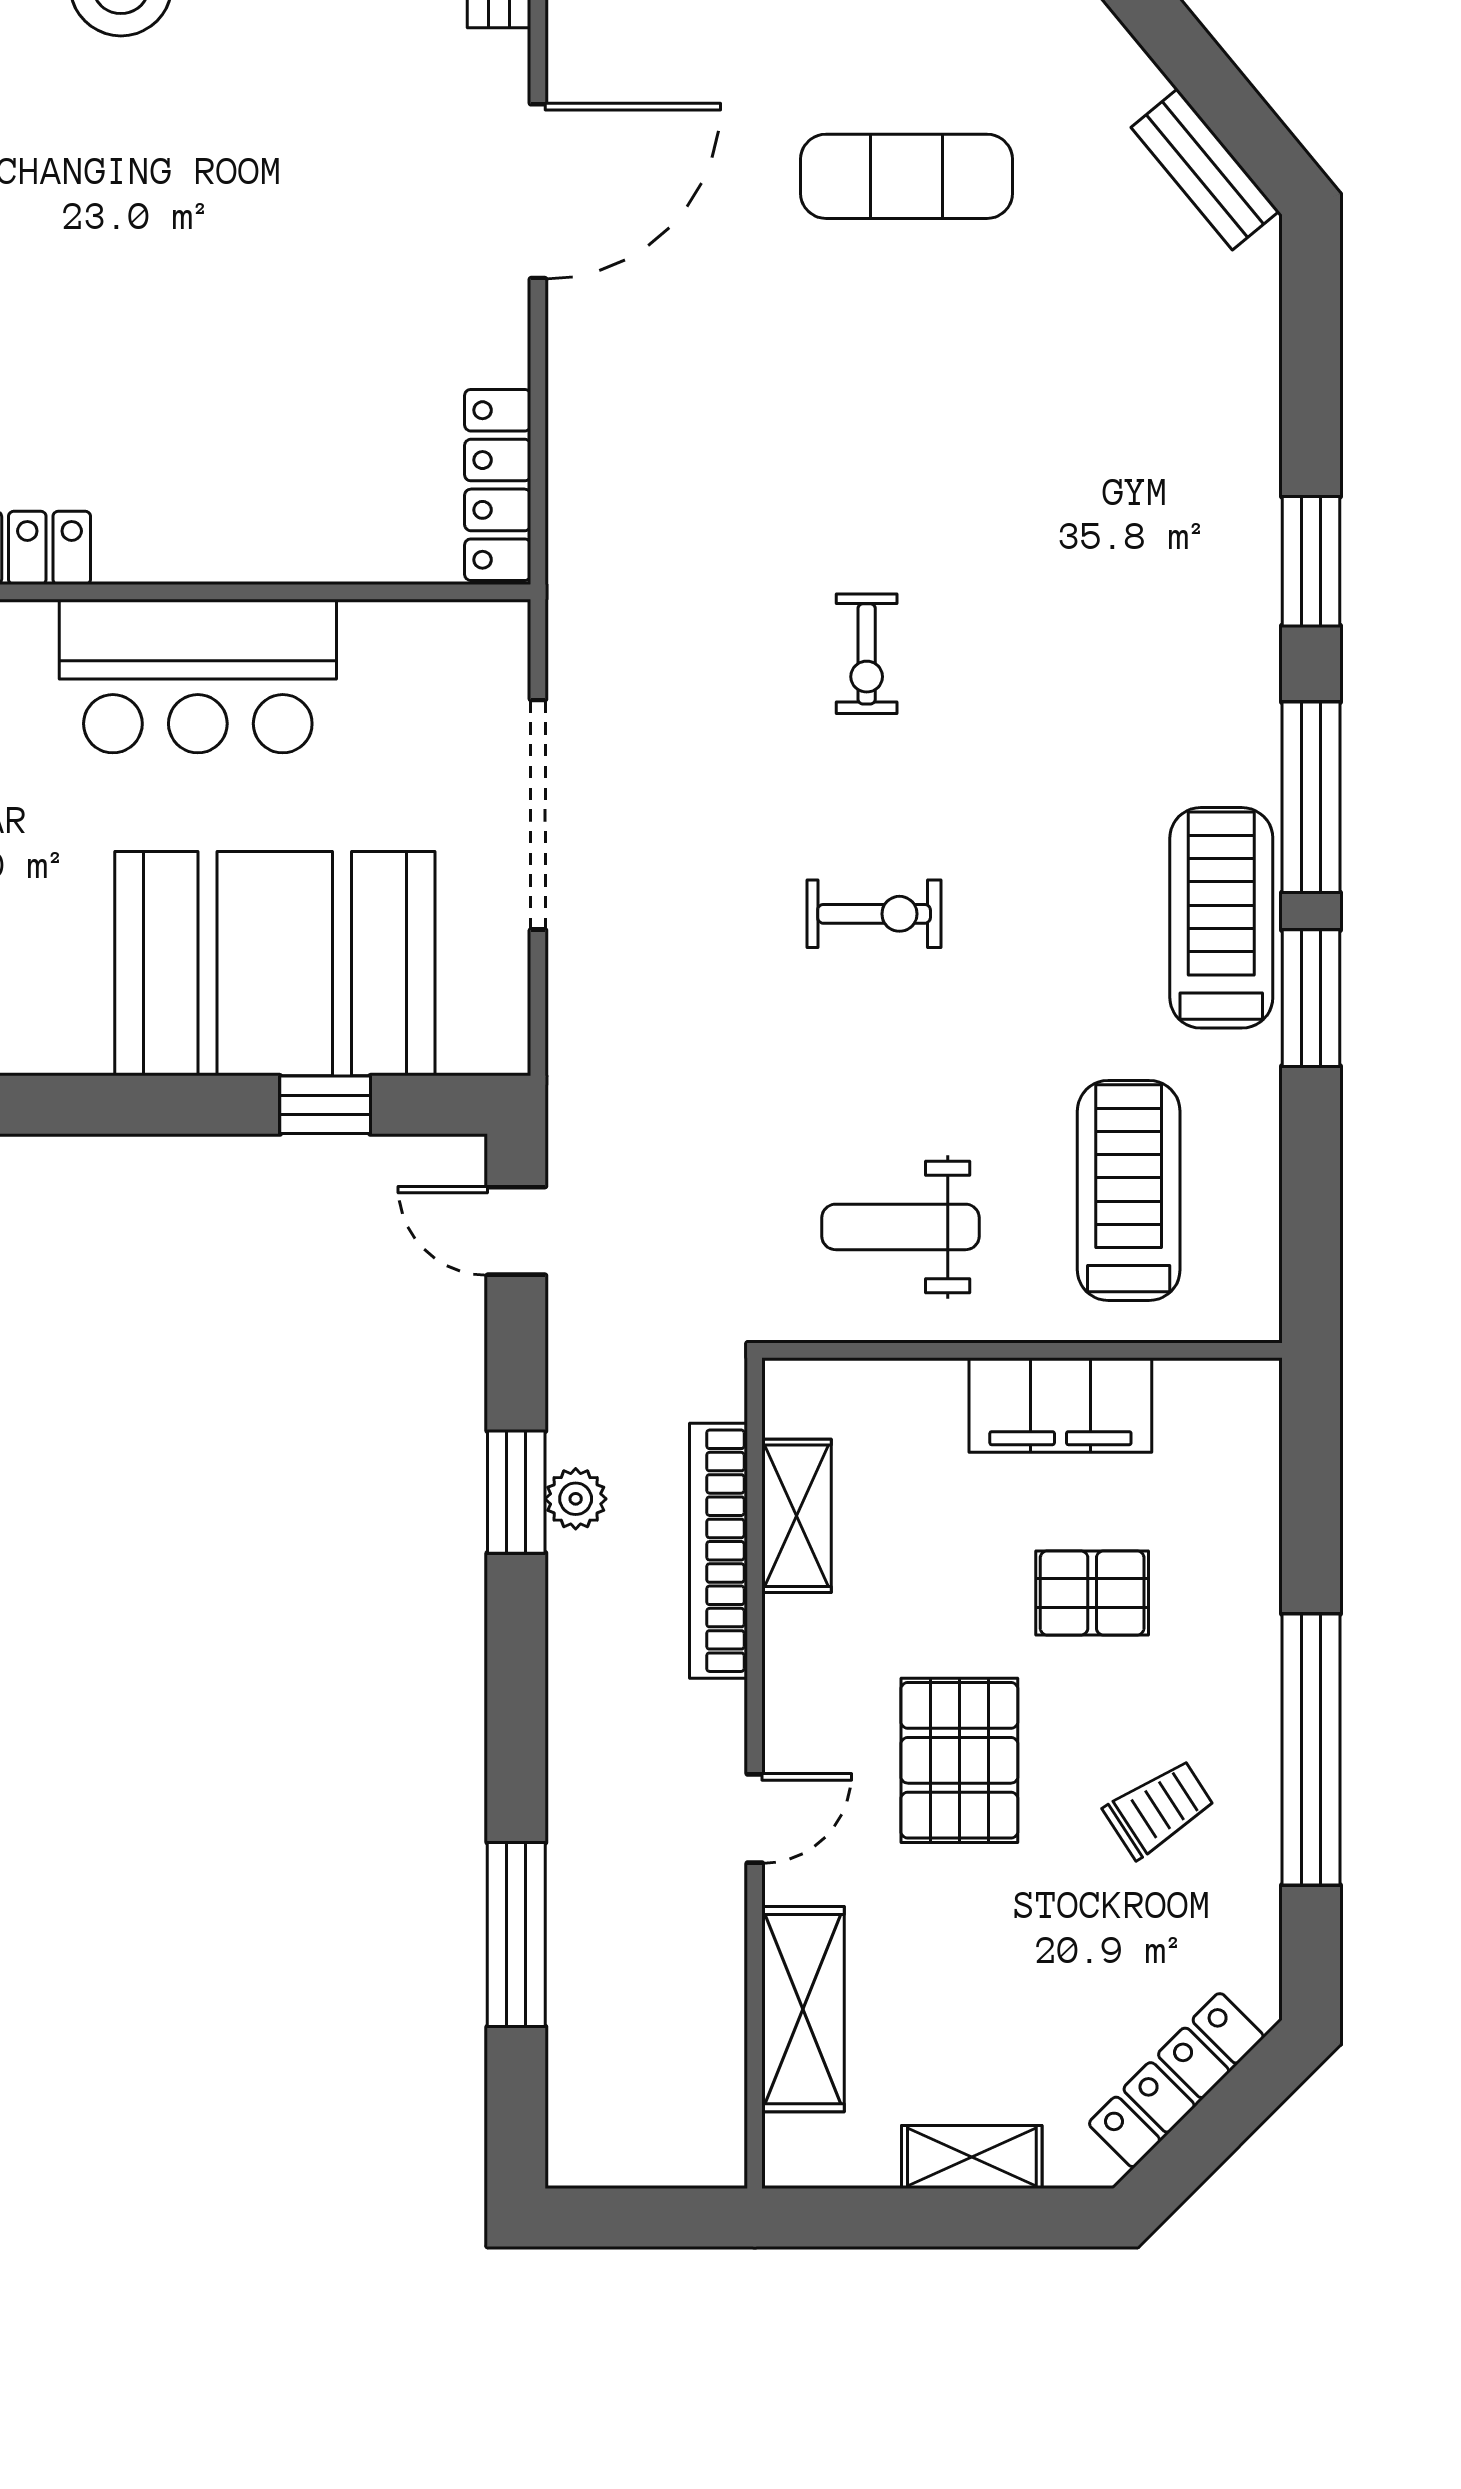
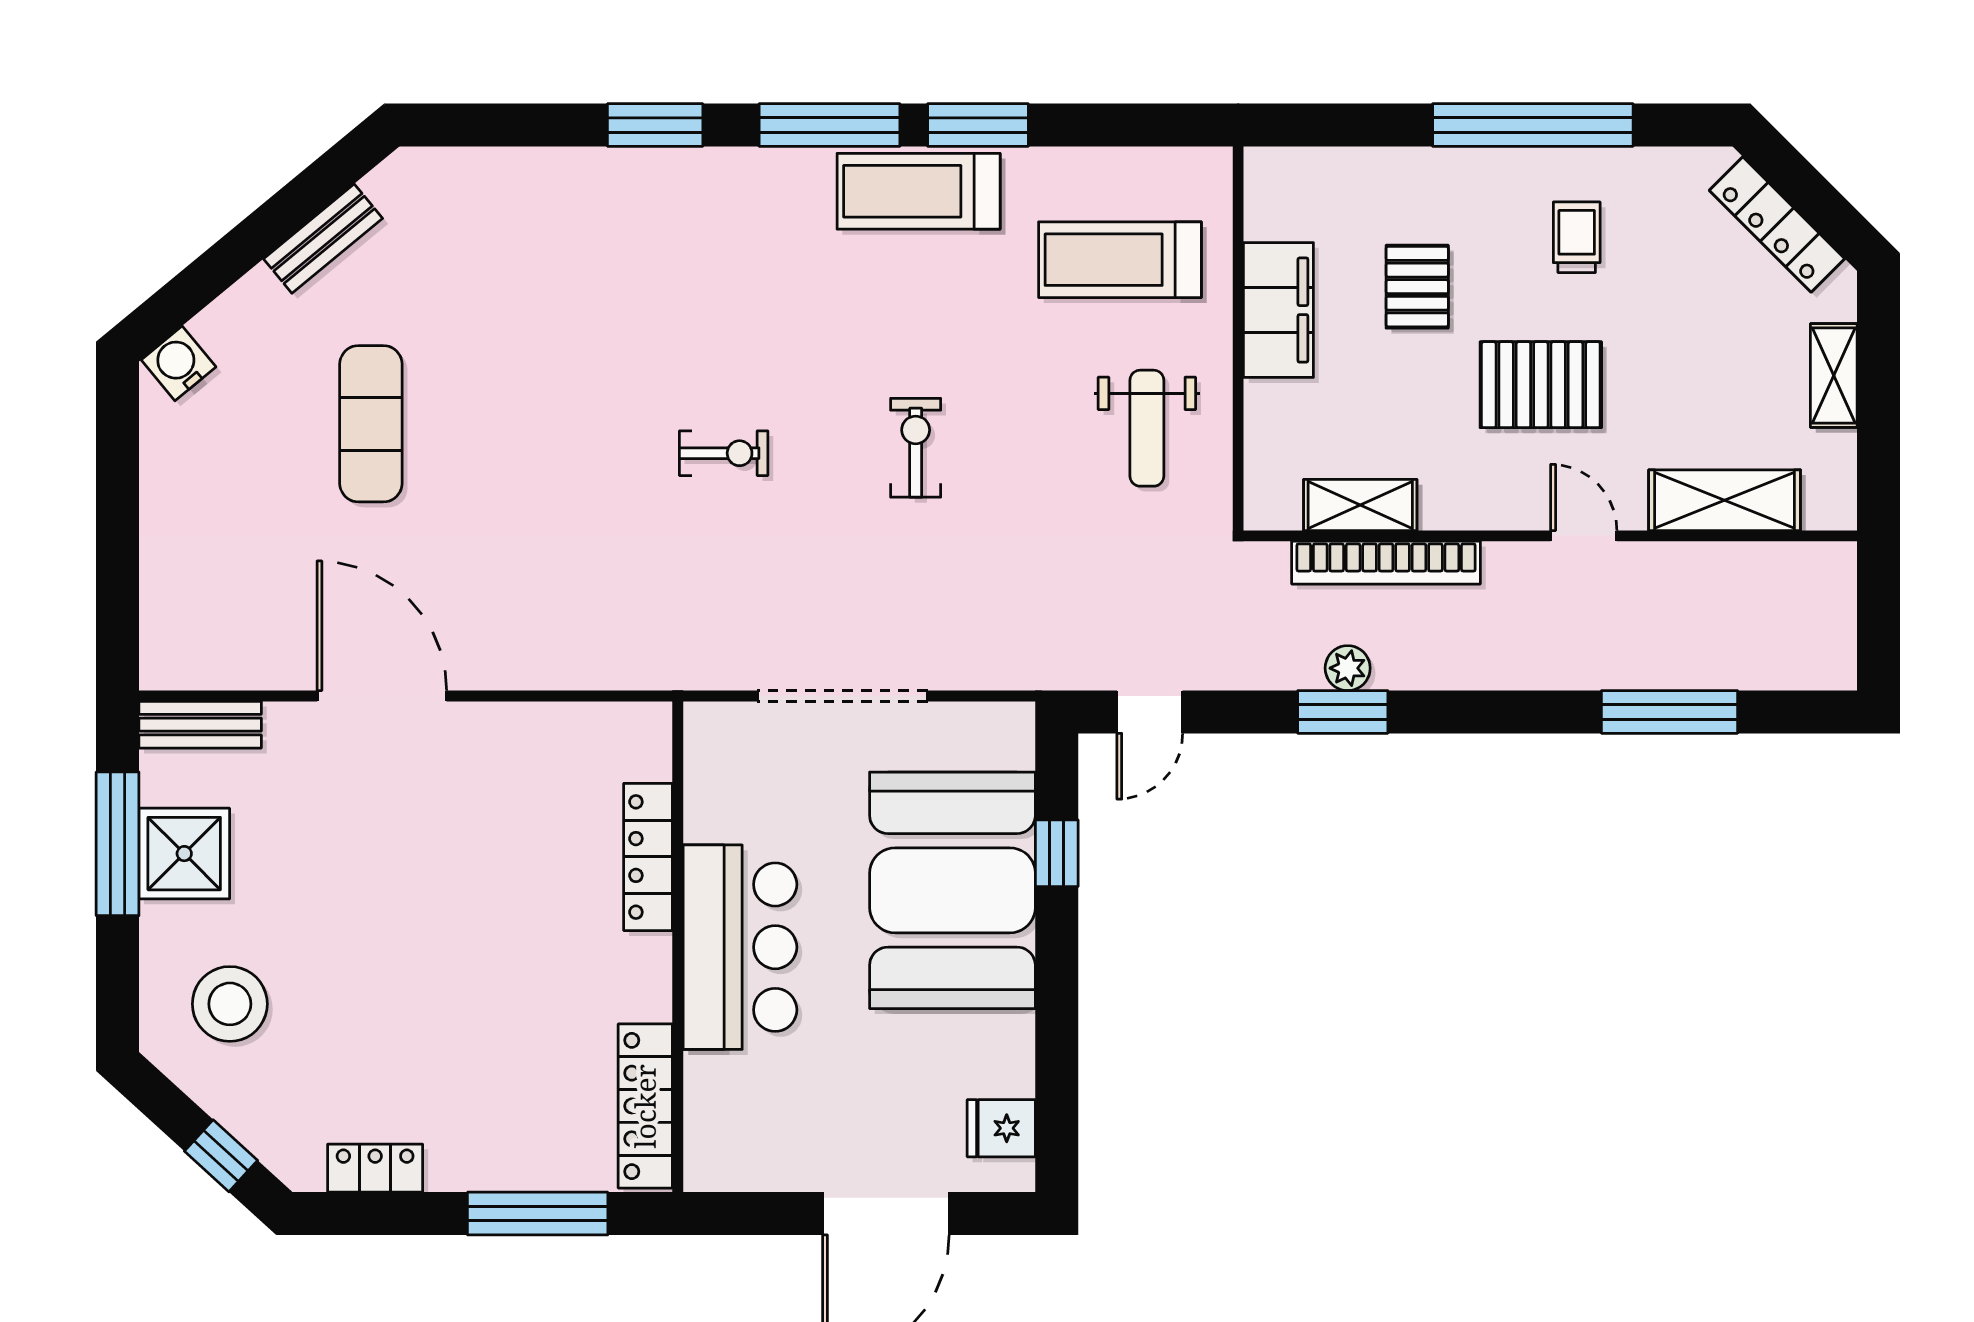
bench: (1205, 169) -> (323, 239), moved
locker: (498, 485) -> (648, 857), moved, turned 90
trolley: (1159, 1809) -> (1577, 237), turned 33

